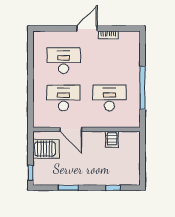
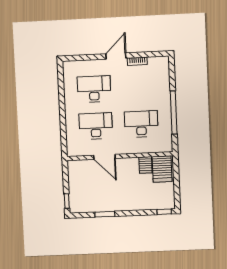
server rack: (46, 149) -> (162, 169), moved, turned 90
window: (113, 188) -> (164, 212), moved

